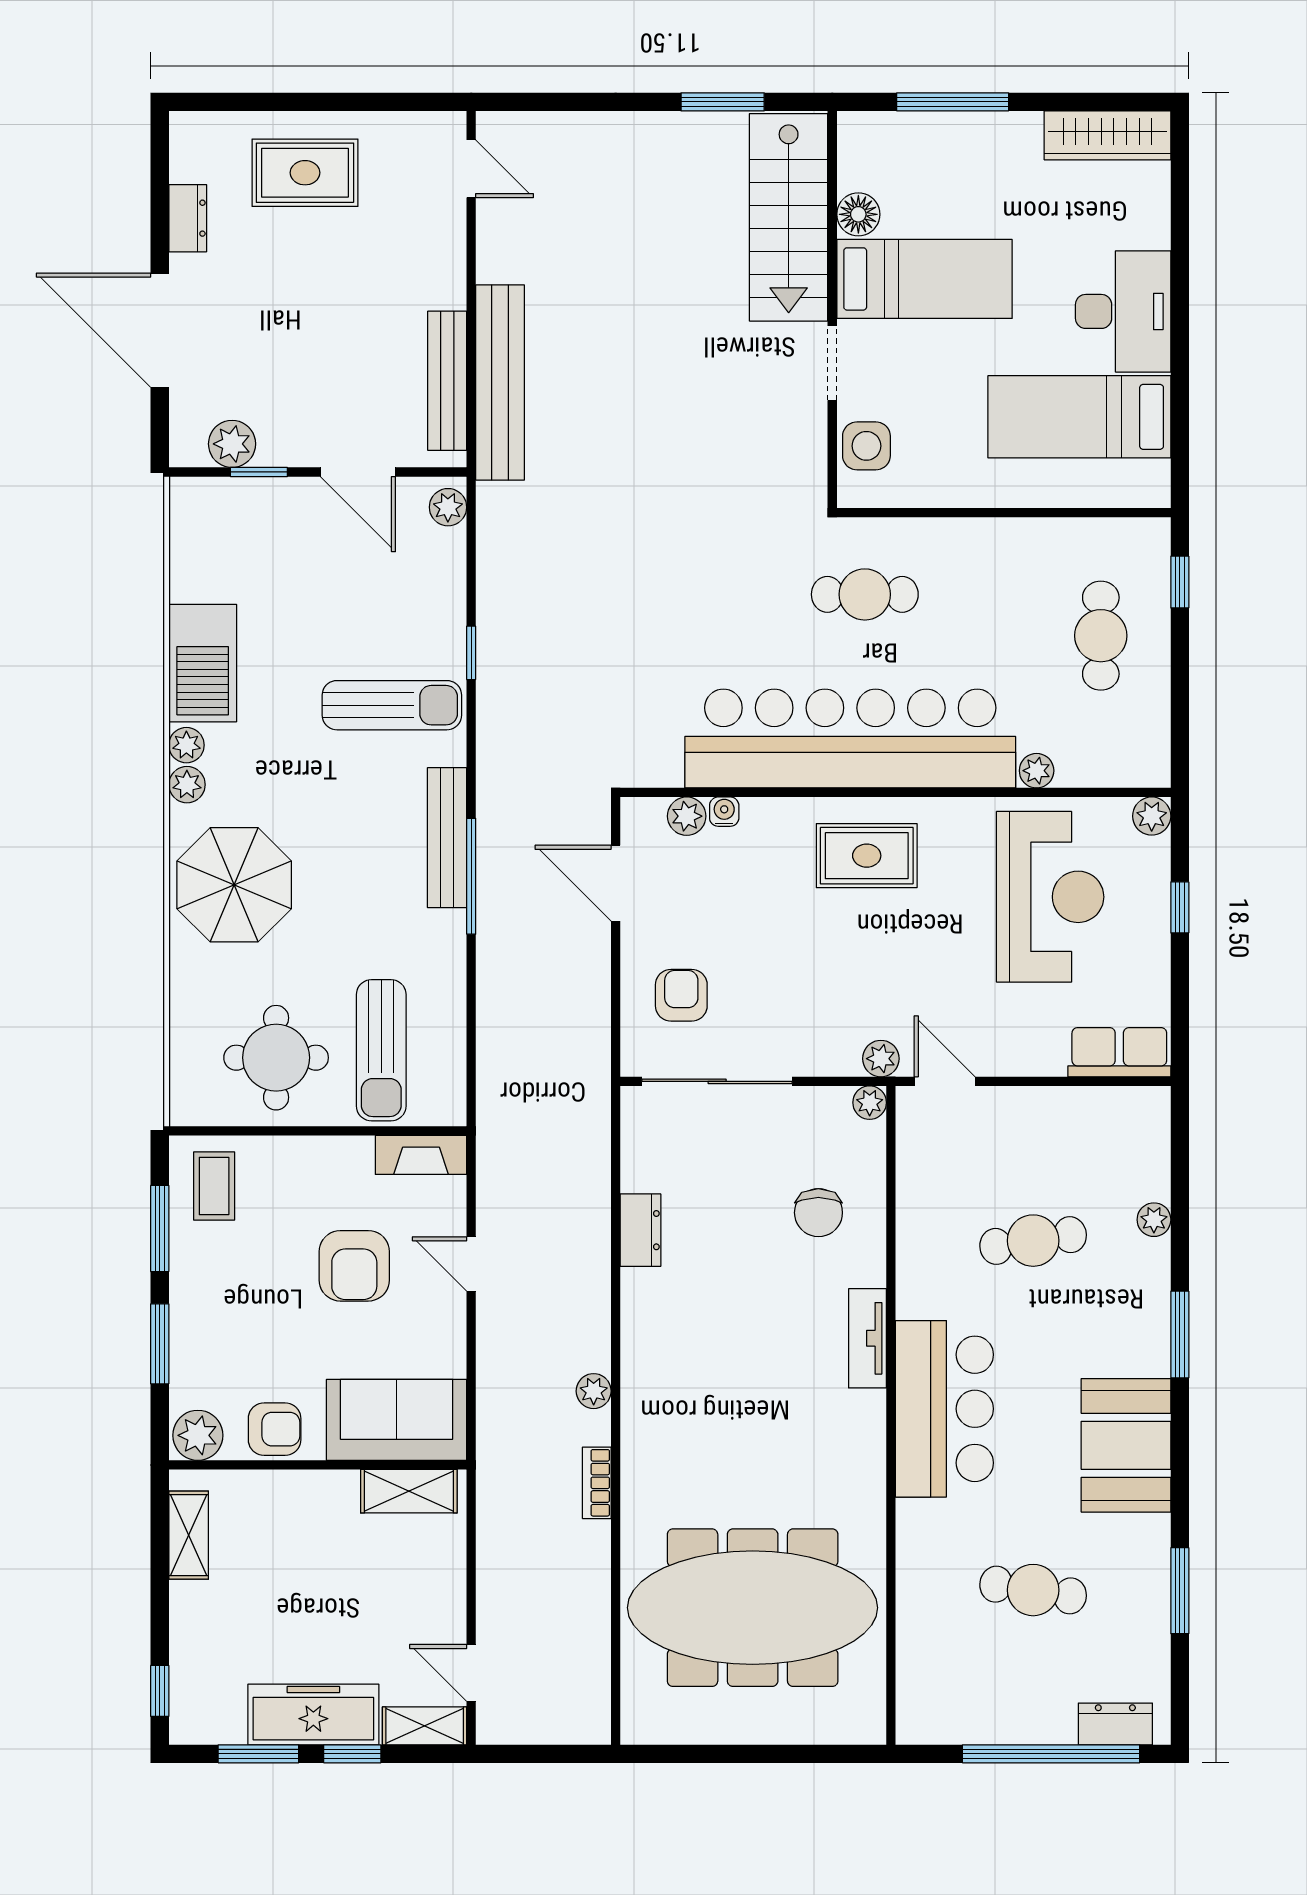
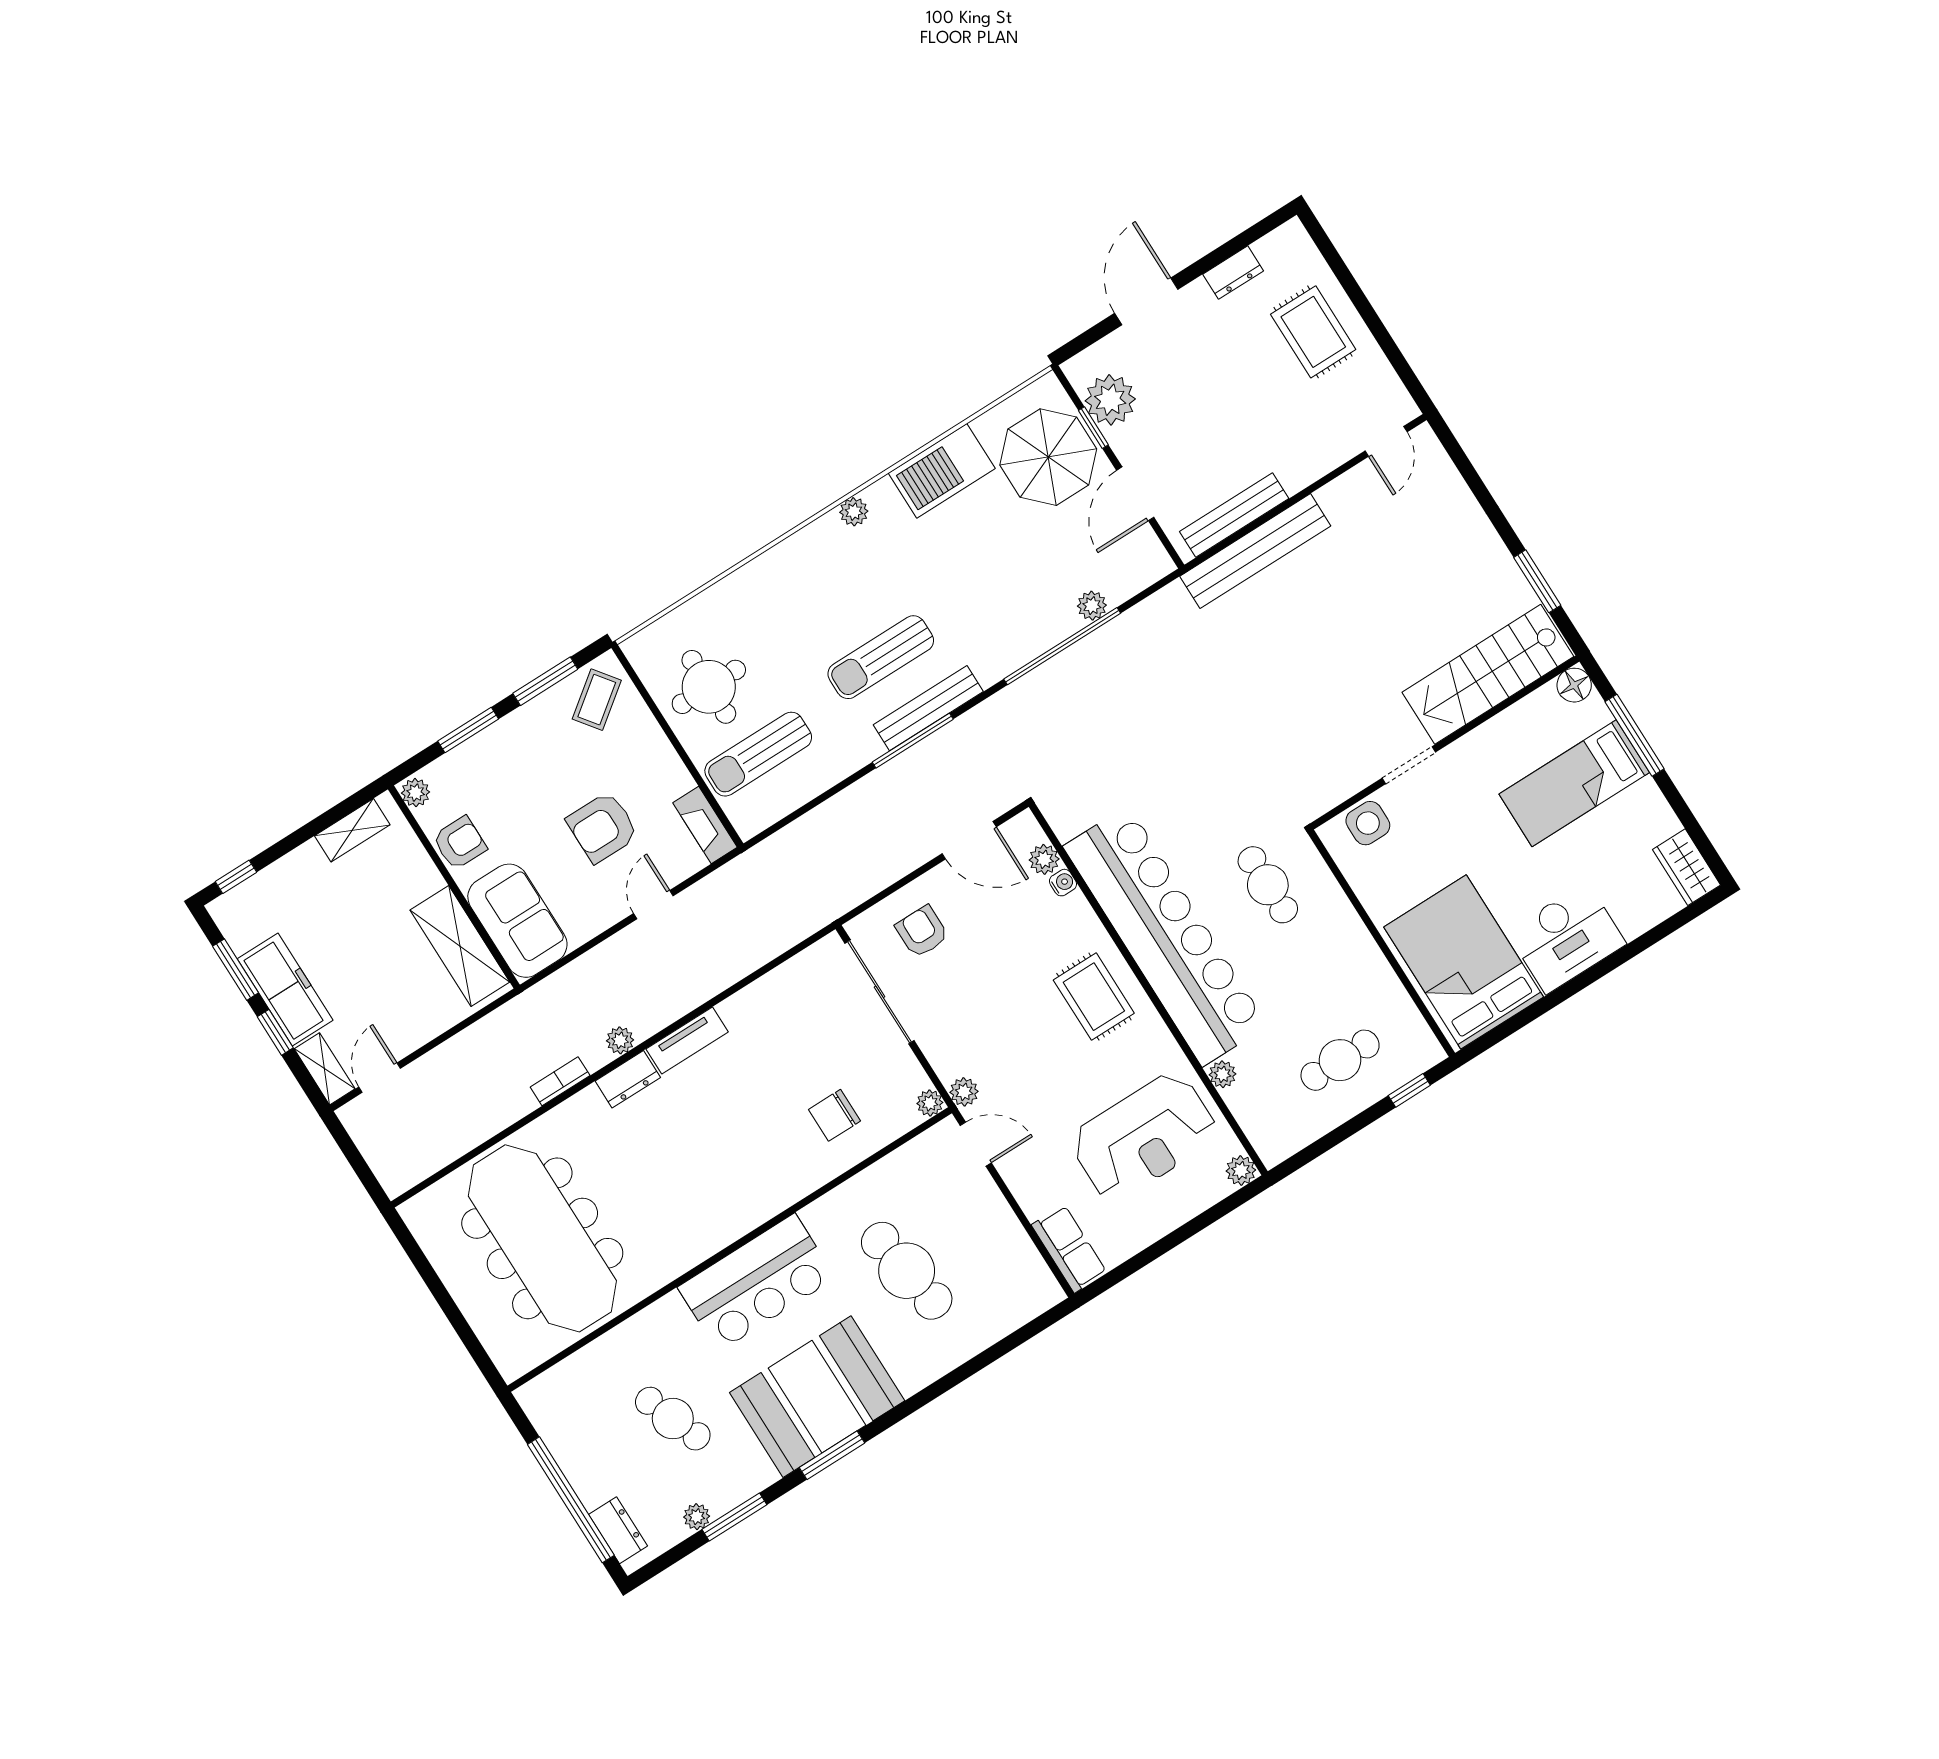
wardrobe: (1107, 135) -> (1687, 867), width x0.67
floor lamp: (858, 214) -> (1574, 685), moved
bed: (925, 279) -> (1574, 783), moved, turned 90
door: (160, 330) -> (1146, 301), width x0.73
bed: (1079, 417) -> (1464, 962), width x1.50
plant: (232, 444) -> (1110, 400), width x1.36, depth x1.36
plant: (448, 507) -> (1092, 606), moved
window: (471, 653) -> (1062, 646), width x3.17
sun lounger: (392, 705) -> (881, 657), moved, turned 90
plant: (186, 745) -> (880, 495), removed
door: (616, 883) -> (969, 840), swing flipped
parasol: (234, 885) -> (1048, 457), moved
window: (1180, 907) -> (1192, 1228), removed
armchair: (681, 995) -> (922, 932), turned -90
door: (945, 1081) -> (976, 1144), hinge flipped
coffee table: (214, 1186) -> (597, 700), turned -37
plant: (1154, 1220) -> (697, 1517), moved
dresser: (640, 1230) -> (628, 1079), moved
cafe table: (1033, 1241) -> (907, 1271), width x1.37, depth x1.35
window: (1180, 1335) -> (832, 1455), moved
tv unit: (867, 1338) -> (687, 1041), moved, turned 180
armchair: (275, 1429) -> (460, 843), turned -90
plant: (198, 1435) -> (416, 793), width x0.73, depth x0.73
booth: (1126, 1445) -> (817, 1397), width x1.36, depth x1.42
shelving: (409, 1491) -> (460, 946), width x1.50, depth x1.33
cafe table: (1033, 1590) -> (673, 1419), turned -30

